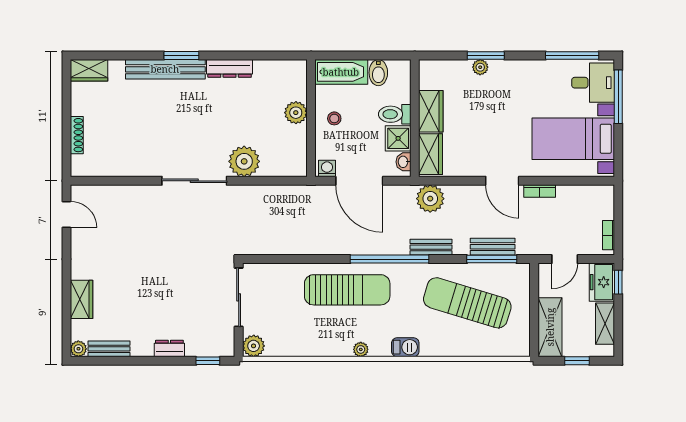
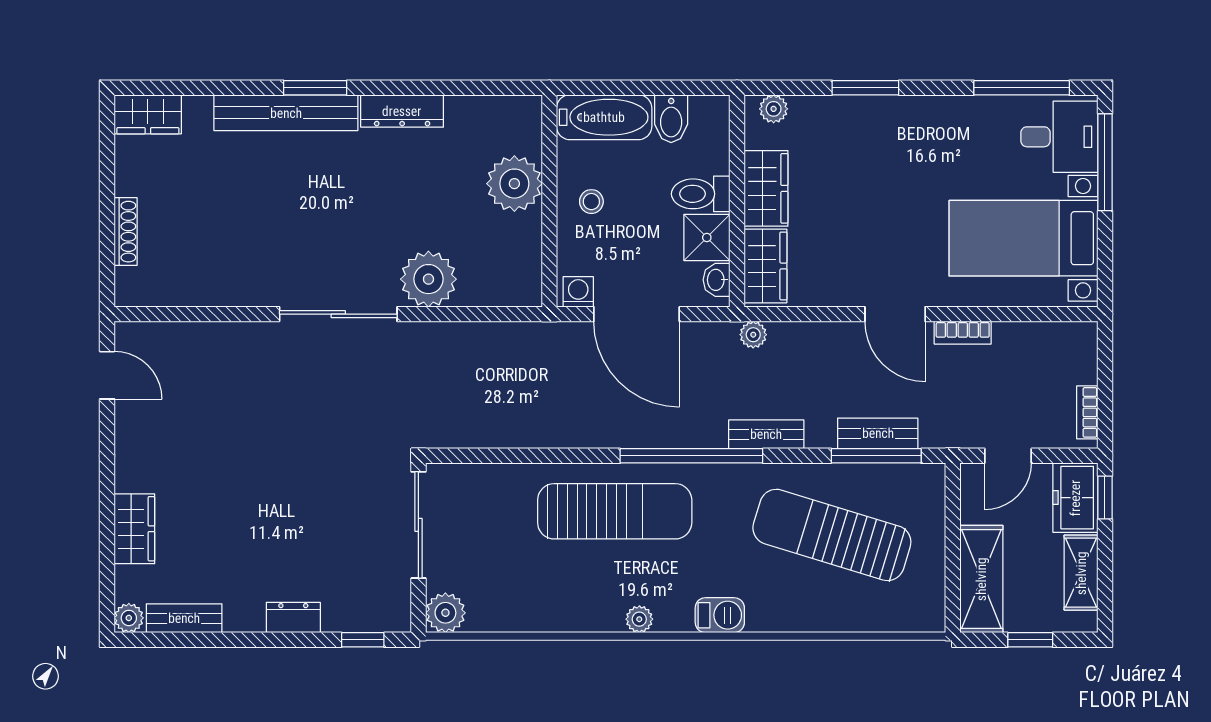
plant: (480, 67) -> (774, 109), moved
plant: (296, 113) -> (514, 184), width x1.36, depth x1.36
plant: (430, 199) -> (753, 335), width x0.53, depth x0.53

